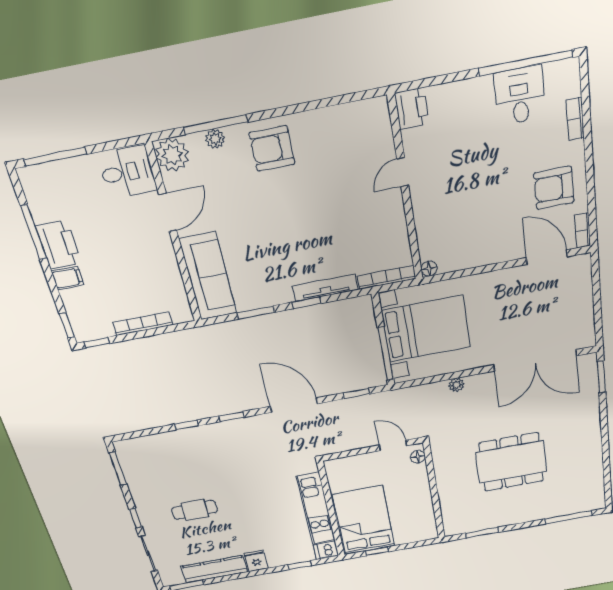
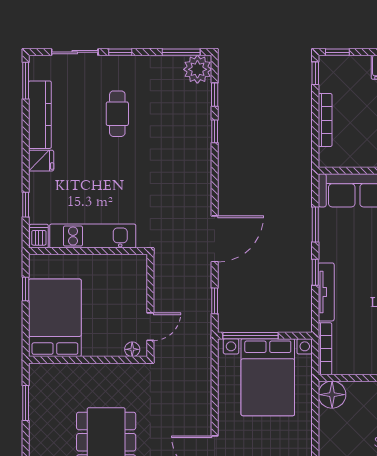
floor lamp: (429, 269) -> (332, 395), width x1.89, depth x1.89
plant: (456, 385) -> (197, 69), moved, width x1.88, depth x1.88
window: (232, 417) -> (215, 95), moved
bed: (364, 521) -> (55, 318), moved, turned -90

